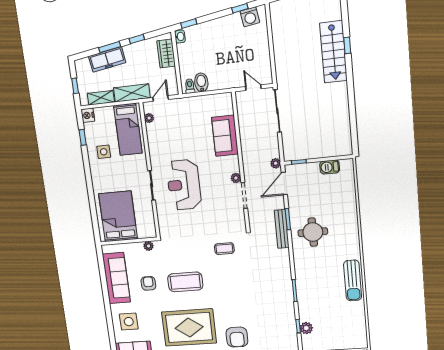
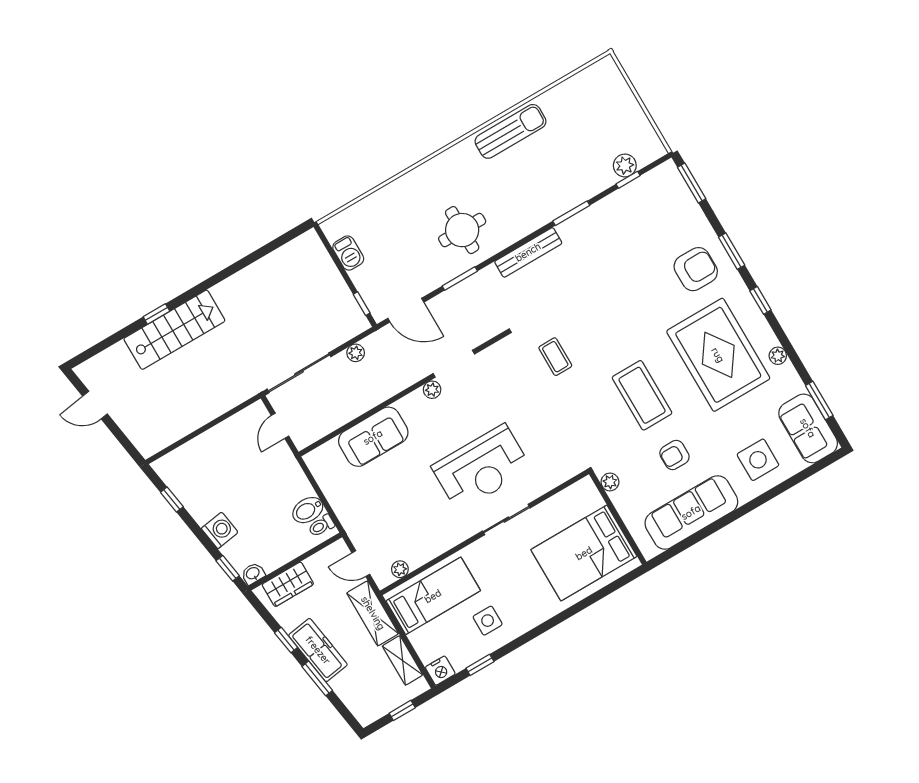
washing machine: (250, 17) -> (220, 530), moved
freezer: (107, 59) -> (318, 650), moved
plant: (276, 163) -> (356, 353), moved
bench: (282, 229) -> (528, 252), moved

